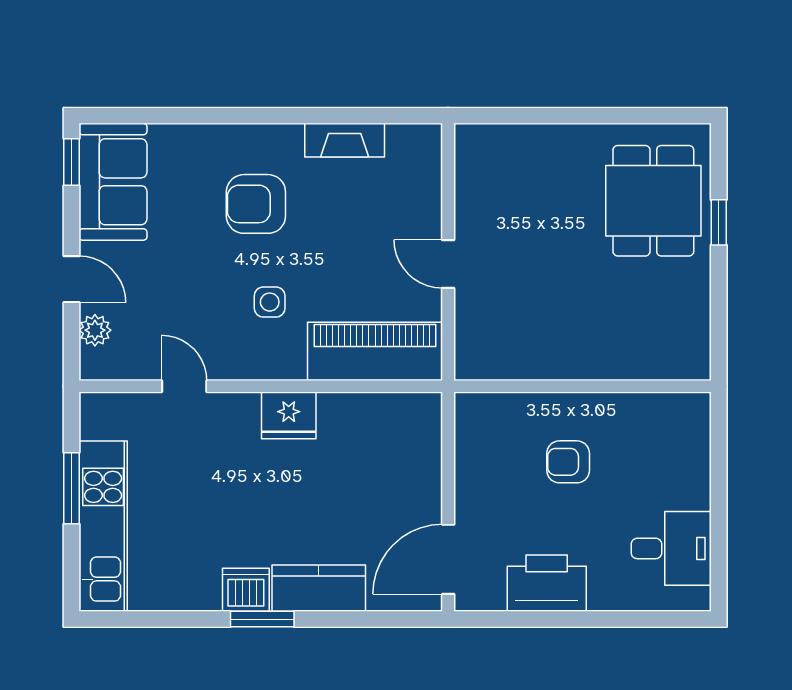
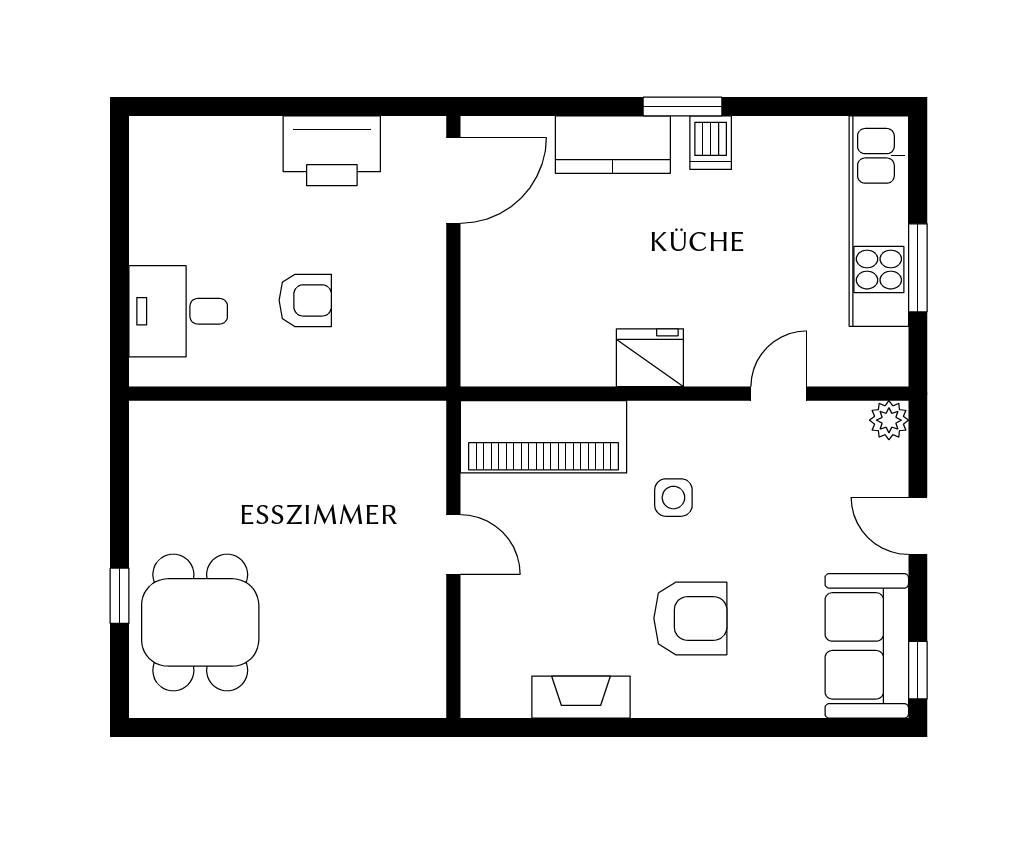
plant: (95, 330) -> (889, 420), moved
door: (184, 386) -> (779, 394), swing flipped
desk: (671, 548) -> (178, 311), moved
dishwasher: (246, 590) -> (711, 143), width x0.73

